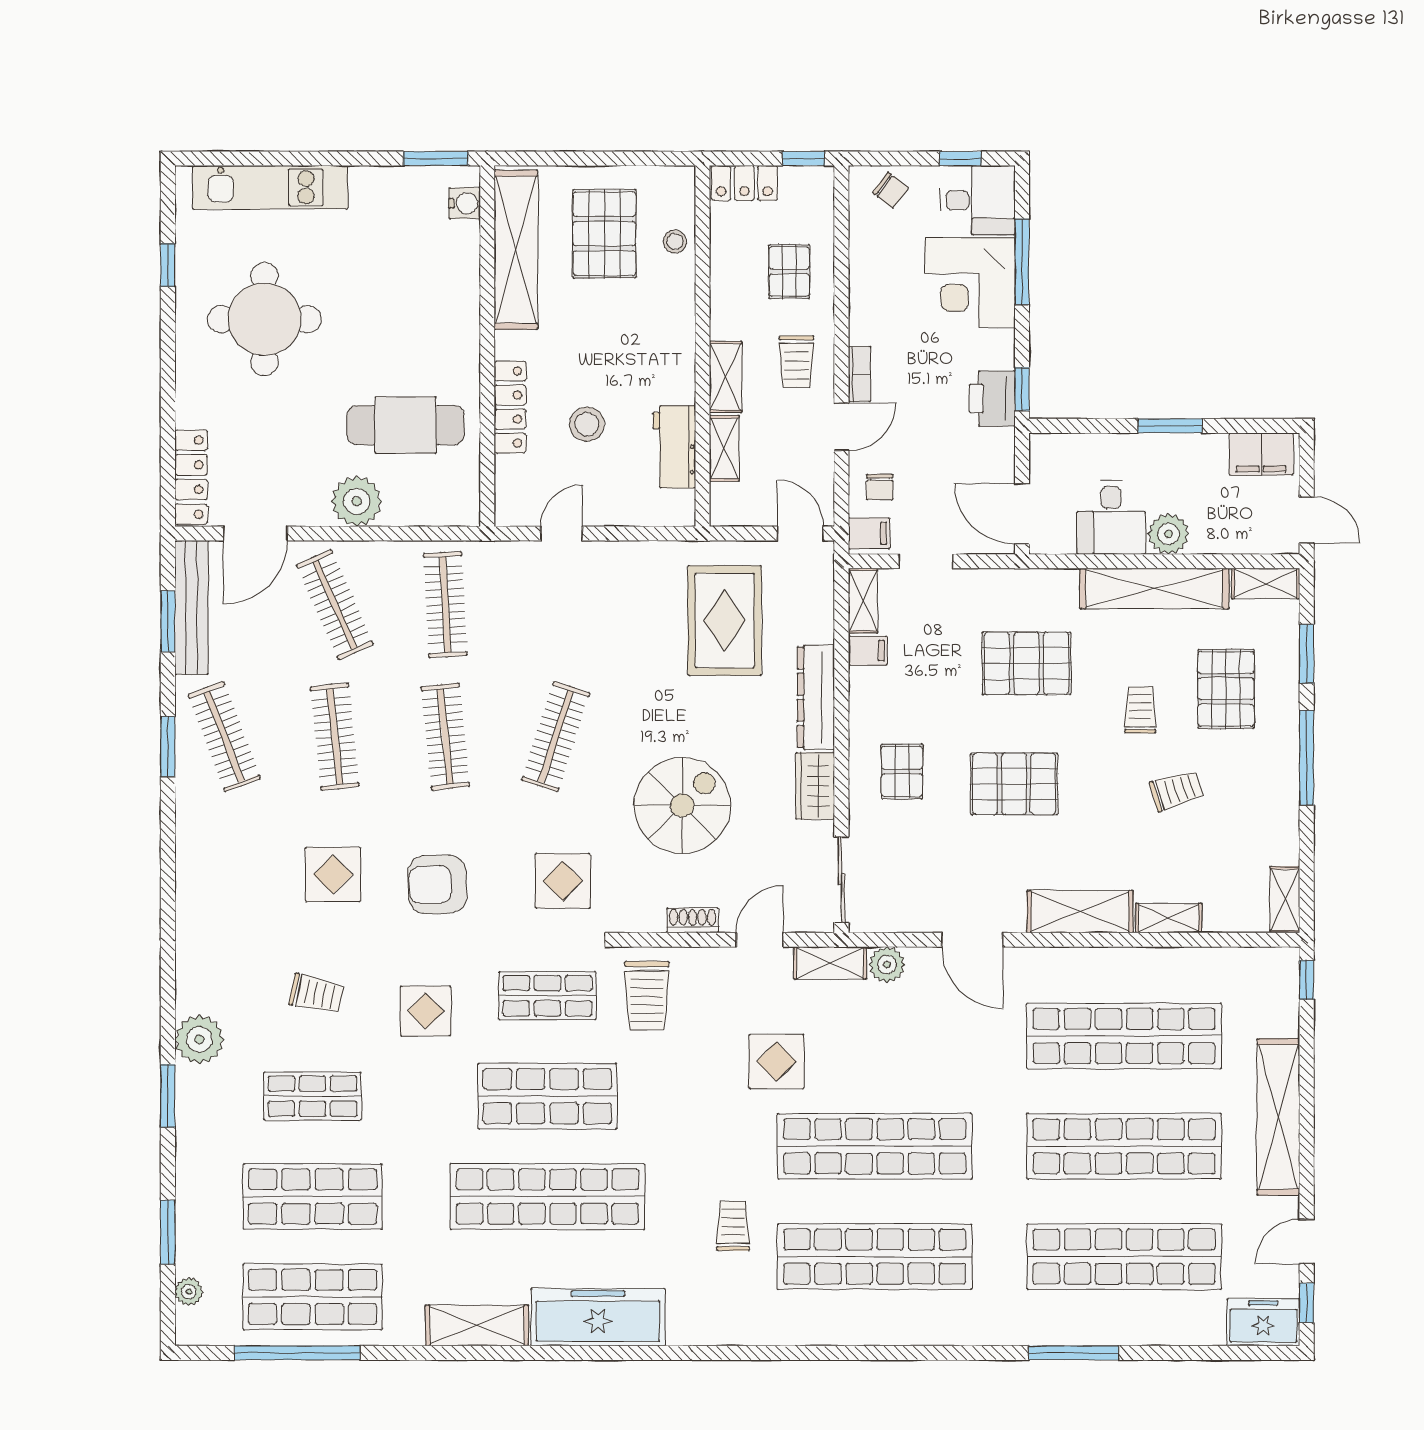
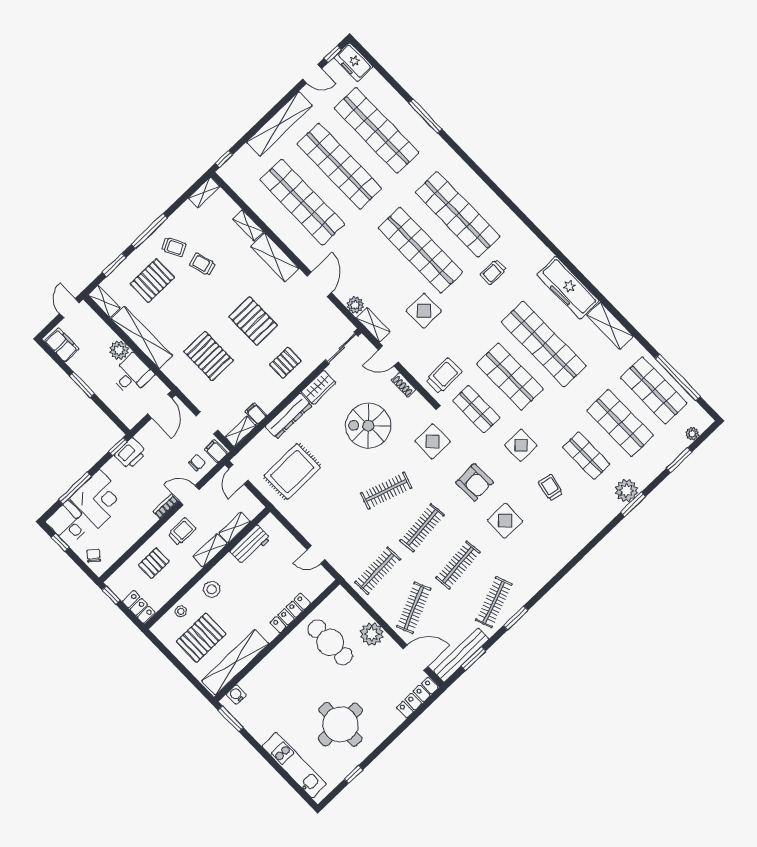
stool: (587, 424) -> (212, 589), moved
trolley: (1140, 710) -> (174, 247), moved, turned -117
plant: (199, 1039) -> (626, 490), moved

